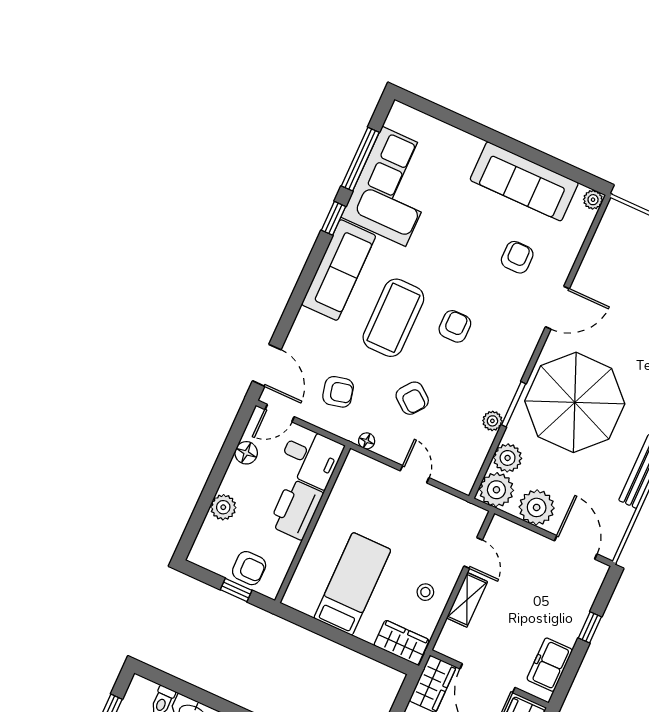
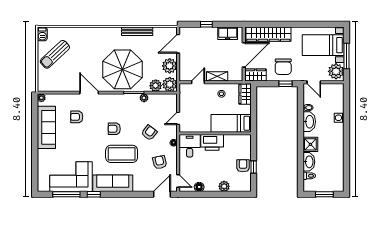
desk: (311, 457) -> (190, 146), moved
printer: (296, 509) -> (212, 142), moved
wall: (313, 524) -> (215, 133), moved

